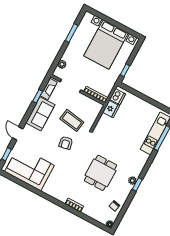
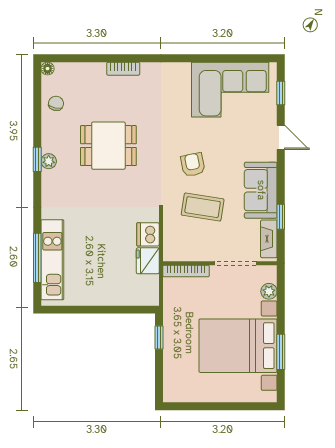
bed with nightstands: (106, 44) -> (238, 346), moved, turned -90
dishwasher: (118, 97) -> (148, 234), moved
dining table: (101, 173) -> (108, 146), turned 90

